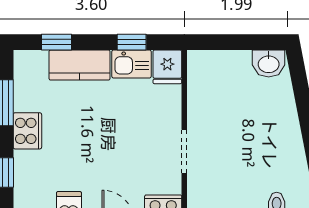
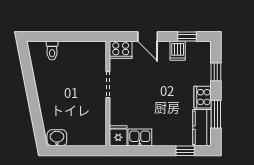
window: (132, 42) -> (140, 151), removed
kitchen counter: (80, 65) -> (202, 128), moved, turned -90

